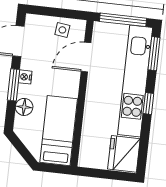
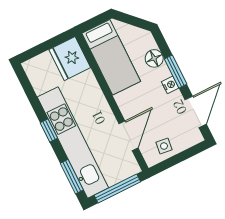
fridge: (124, 154) -> (70, 59), moved, turned 180

